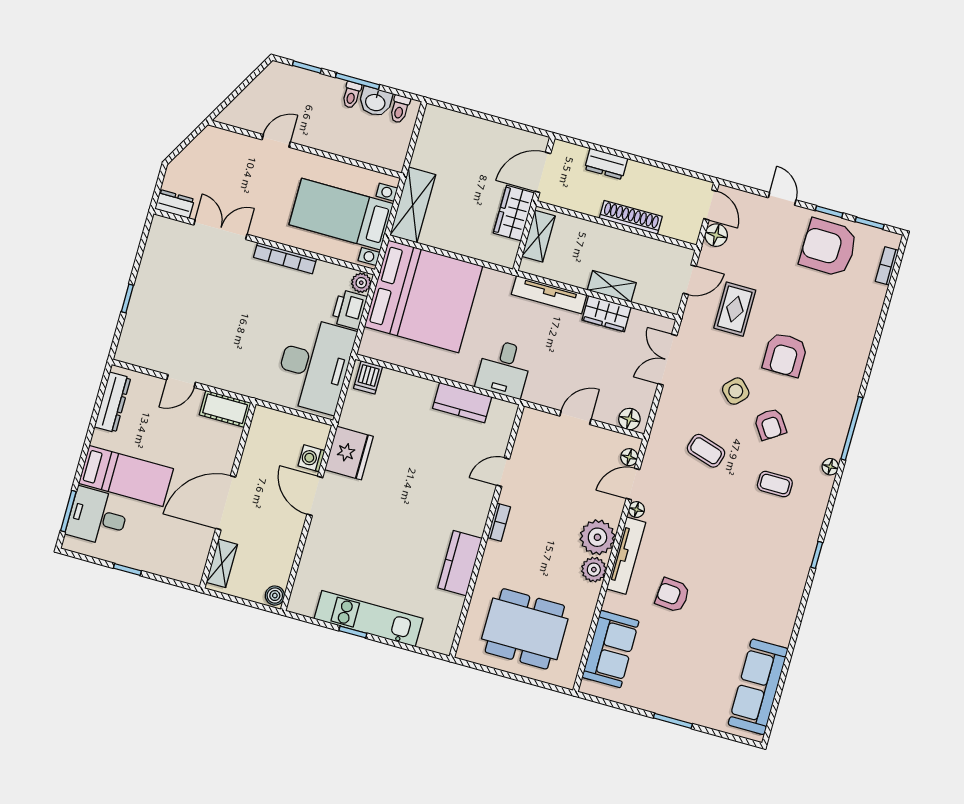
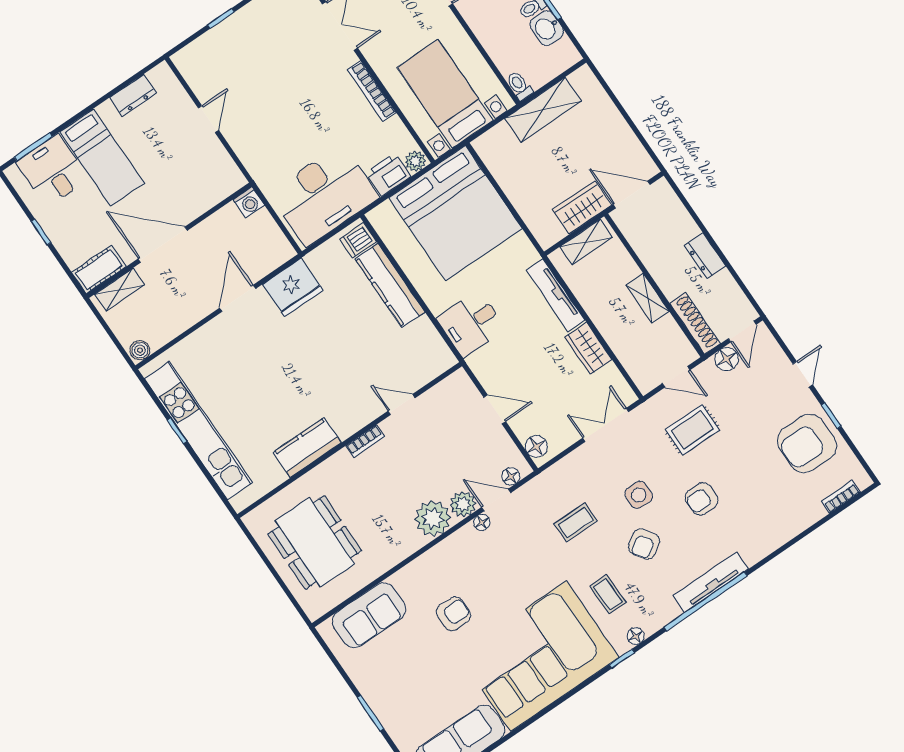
toilet: (400, 109) -> (519, 86), moved, turned 90
dresser: (606, 164) -> (705, 256), moved
shelving: (413, 205) -> (543, 110), moved
shoe rack: (631, 217) -> (695, 323), moved
window: (870, 223) -> (856, 451), removed
armchair: (828, 248) -> (807, 443), turned -91
shelving: (612, 286) -> (648, 298), moved
armchair: (785, 355) -> (702, 499), width x0.72, depth x0.72
door: (181, 381) -> (208, 119), swing flipped
side table: (736, 391) -> (639, 495), turned 45
dresser: (113, 402) -> (133, 95), width x0.70
kitchen counter: (462, 403) -> (390, 285), moved, width x1.50
cot: (225, 409) -> (99, 269), moved, turned 90
window: (852, 428) -> (705, 601), width x1.46
coffee table: (706, 451) -> (576, 522), turned 73
washing machine: (311, 458) -> (249, 202), moved, turned 180
floor lamp: (830, 467) -> (636, 636), moved
window: (817, 555) -> (622, 659), moved
tv unit: (626, 556) -> (711, 582), moved, turned 180
plant: (594, 570) -> (463, 504), moved
corner sofa: (762, 573) -> (539, 656), added
armchair: (672, 595) -> (453, 614), turned 85
kitchen unit: (369, 619) -> (198, 431), width x1.36

